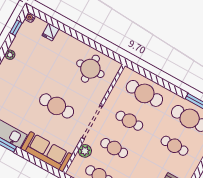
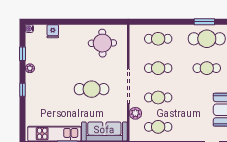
window: (16, 28) -> (23, 54), moved
cafe table: (144, 93) -> (158, 39), width x0.73, depth x0.74

